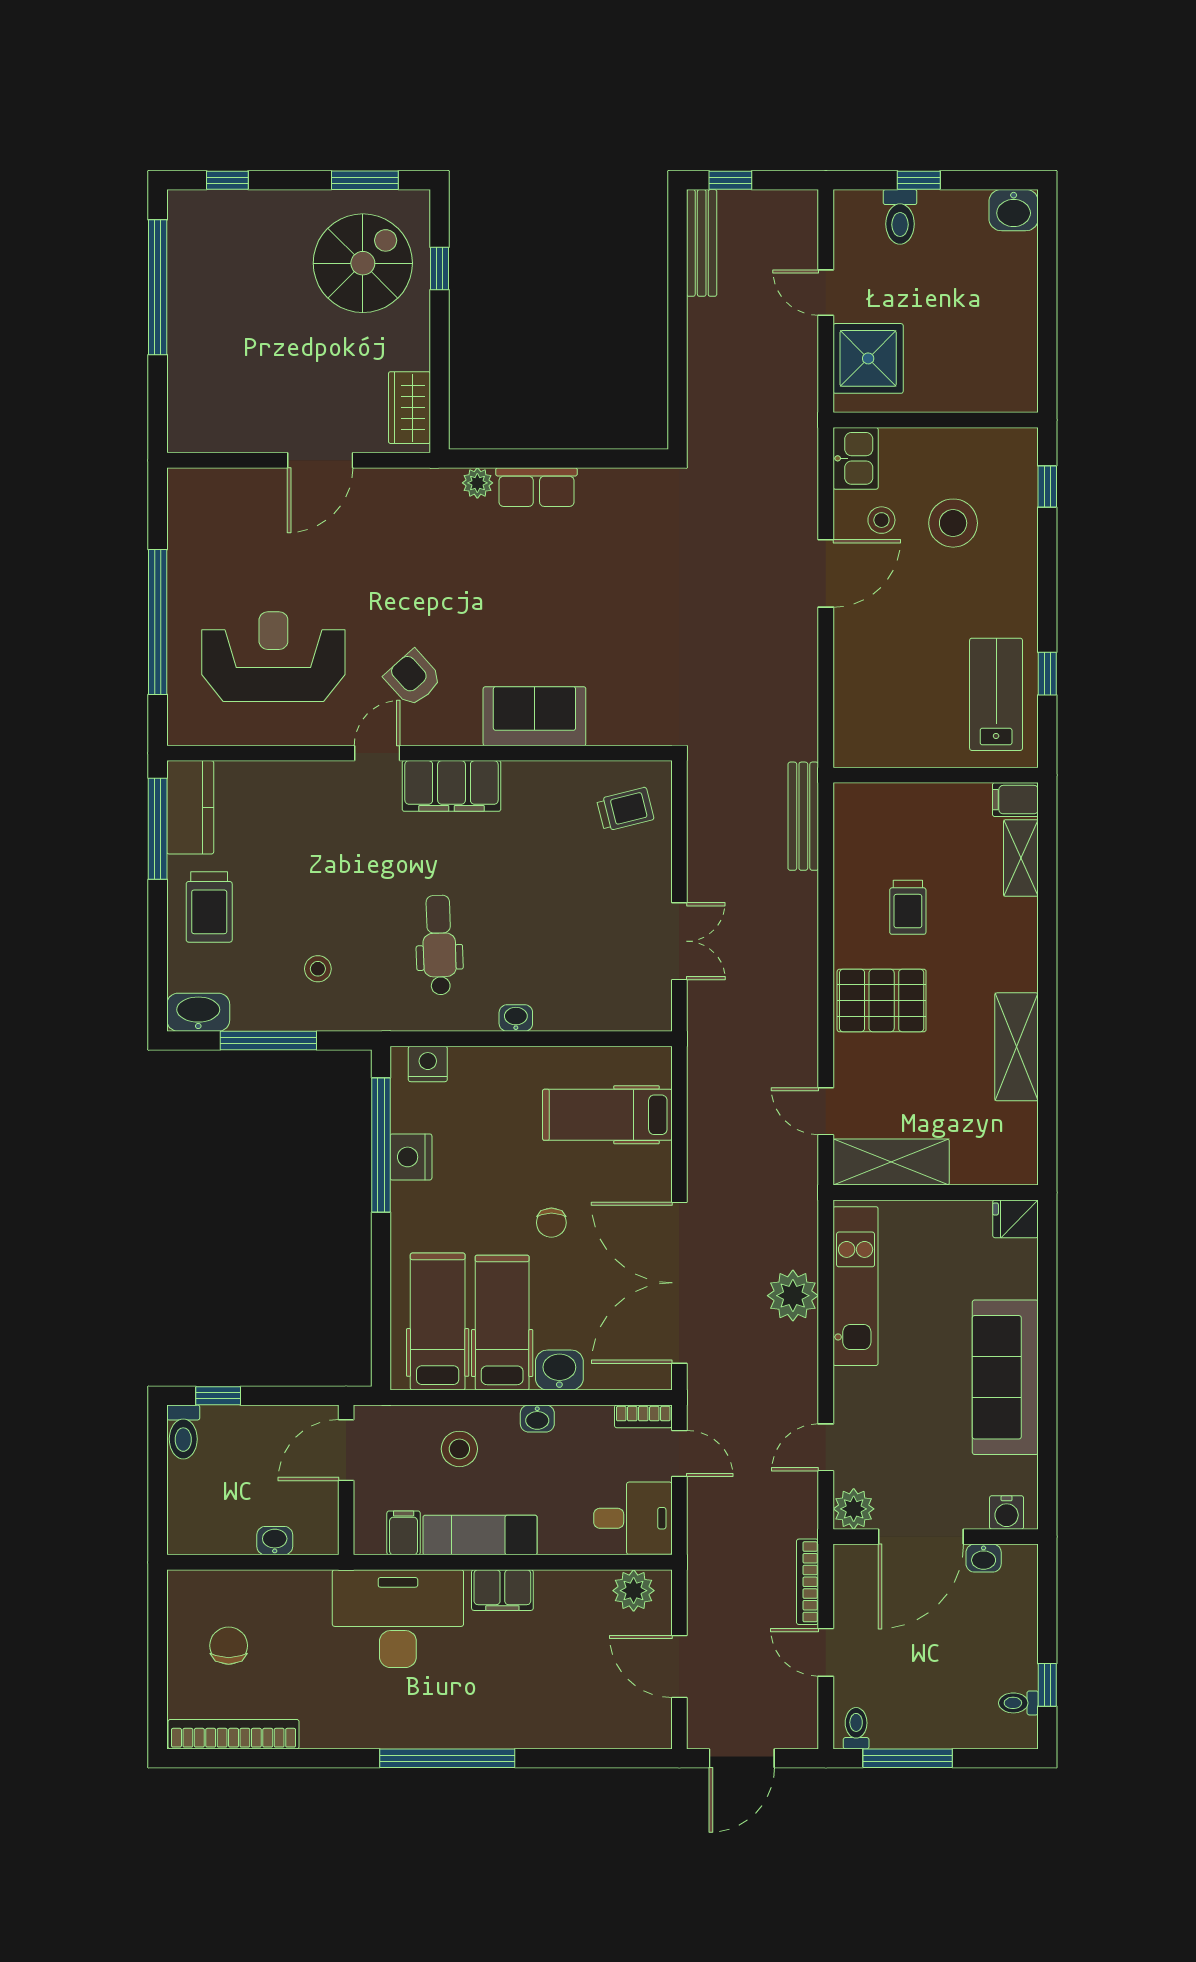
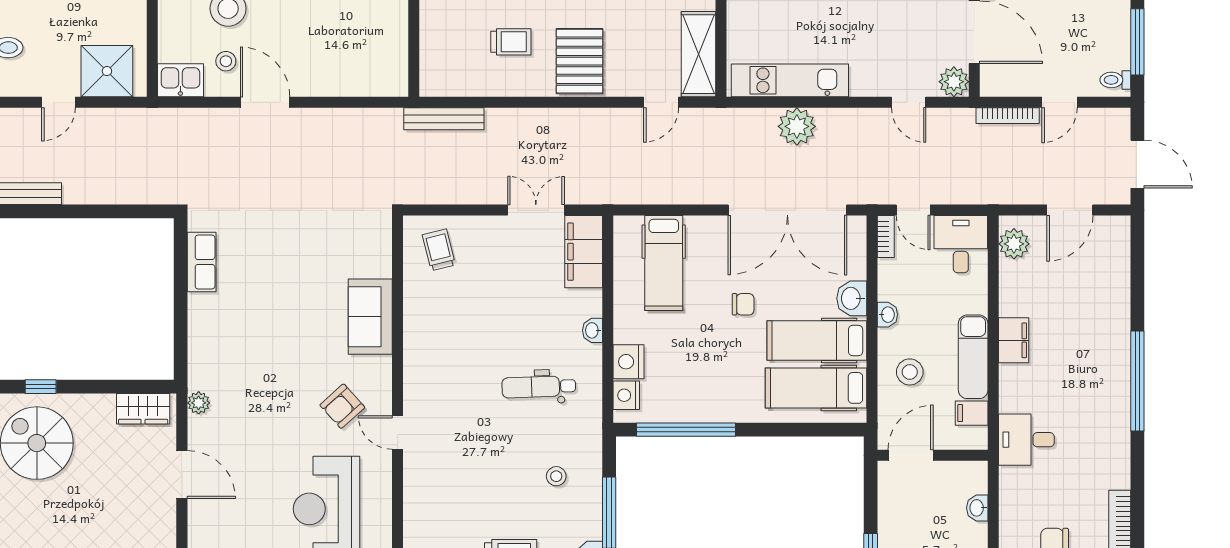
plant: (477, 483) -> (199, 403), moved
row of seats: (536, 487) -> (202, 262), moved
filing cabinet: (452, 786) -> (584, 252), moved, turned 180
nightstand: (411, 1157) -> (628, 362), moved, turned 90
door: (346, 1450) -> (911, 455), swing flipped
door: (679, 1454) -> (913, 210), swing flipped
desk: (398, 1619) -> (1026, 440), width x0.53, depth x0.77

